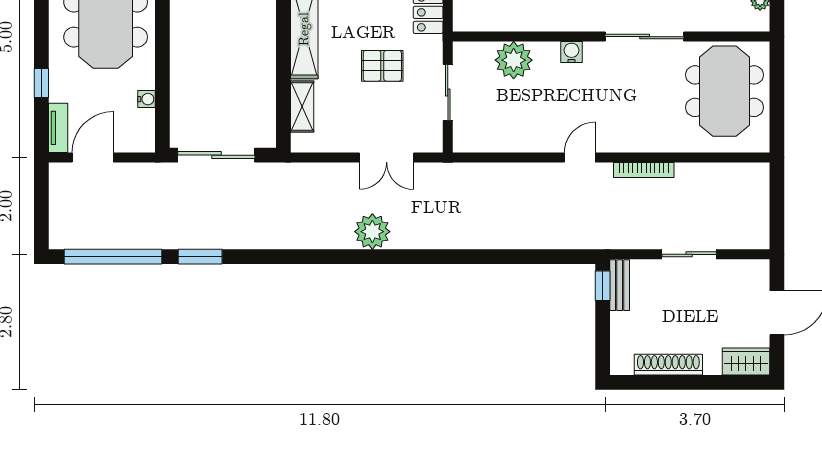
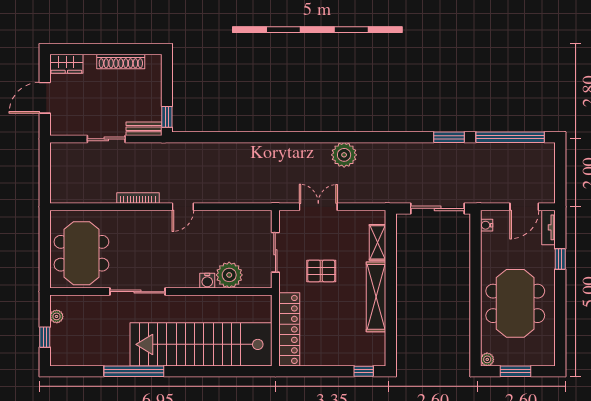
water cooler: (571, 52) -> (207, 281), moved
water cooler: (147, 99) -> (487, 225), moved
plant: (372, 232) -> (344, 155), moved
bench: (620, 285) -> (144, 129), moved, turned 90

